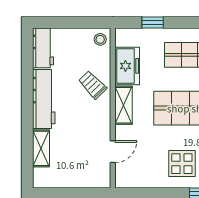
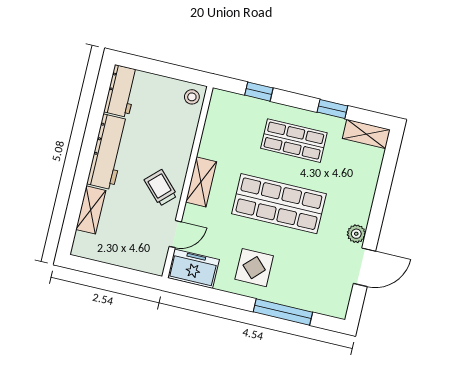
freezer: (127, 66) -> (193, 269), moved, turned -90
trolley: (93, 85) -> (161, 188), moved

